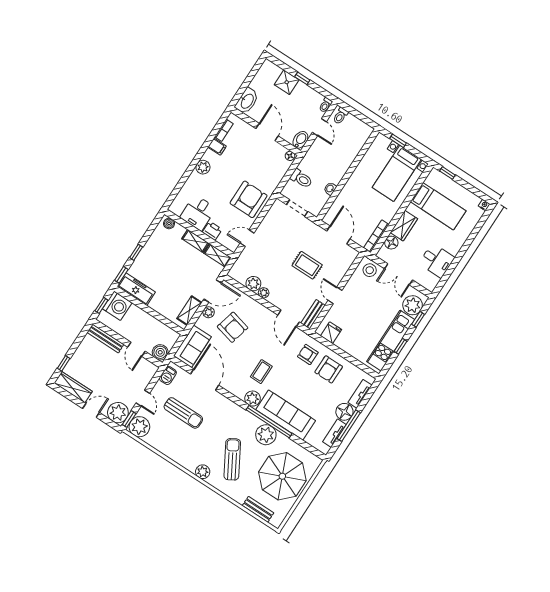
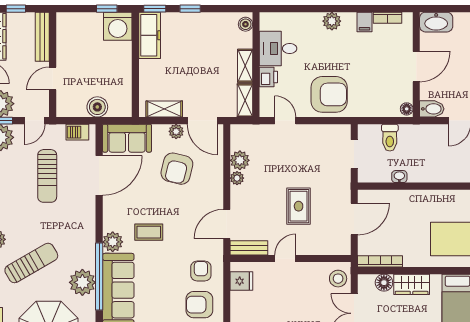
bench: (105, 338) -> (42, 37), moved
wall: (128, 343) -> (53, 65), moved
door: (136, 349) -> (53, 78), moved

